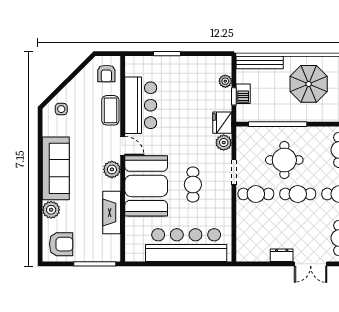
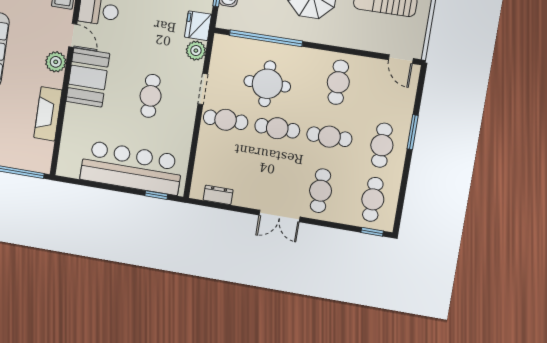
booth: (146, 186) -> (88, 77), width x0.73, depth x0.70
dresser: (282, 255) -> (218, 195), moved
window: (210, 264) -> (156, 195), added

